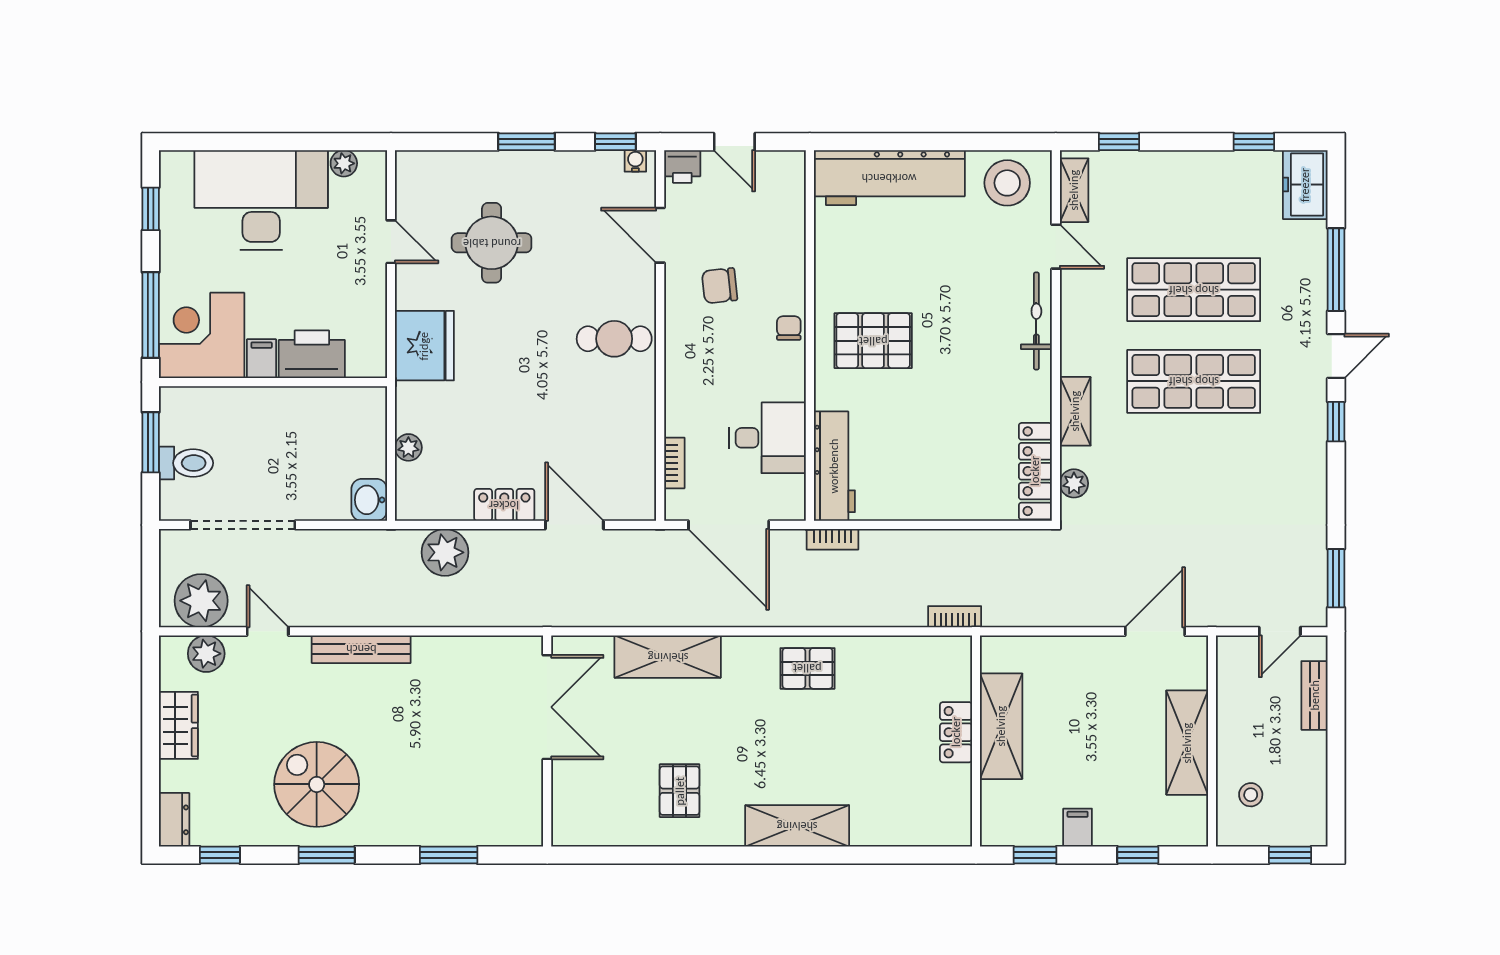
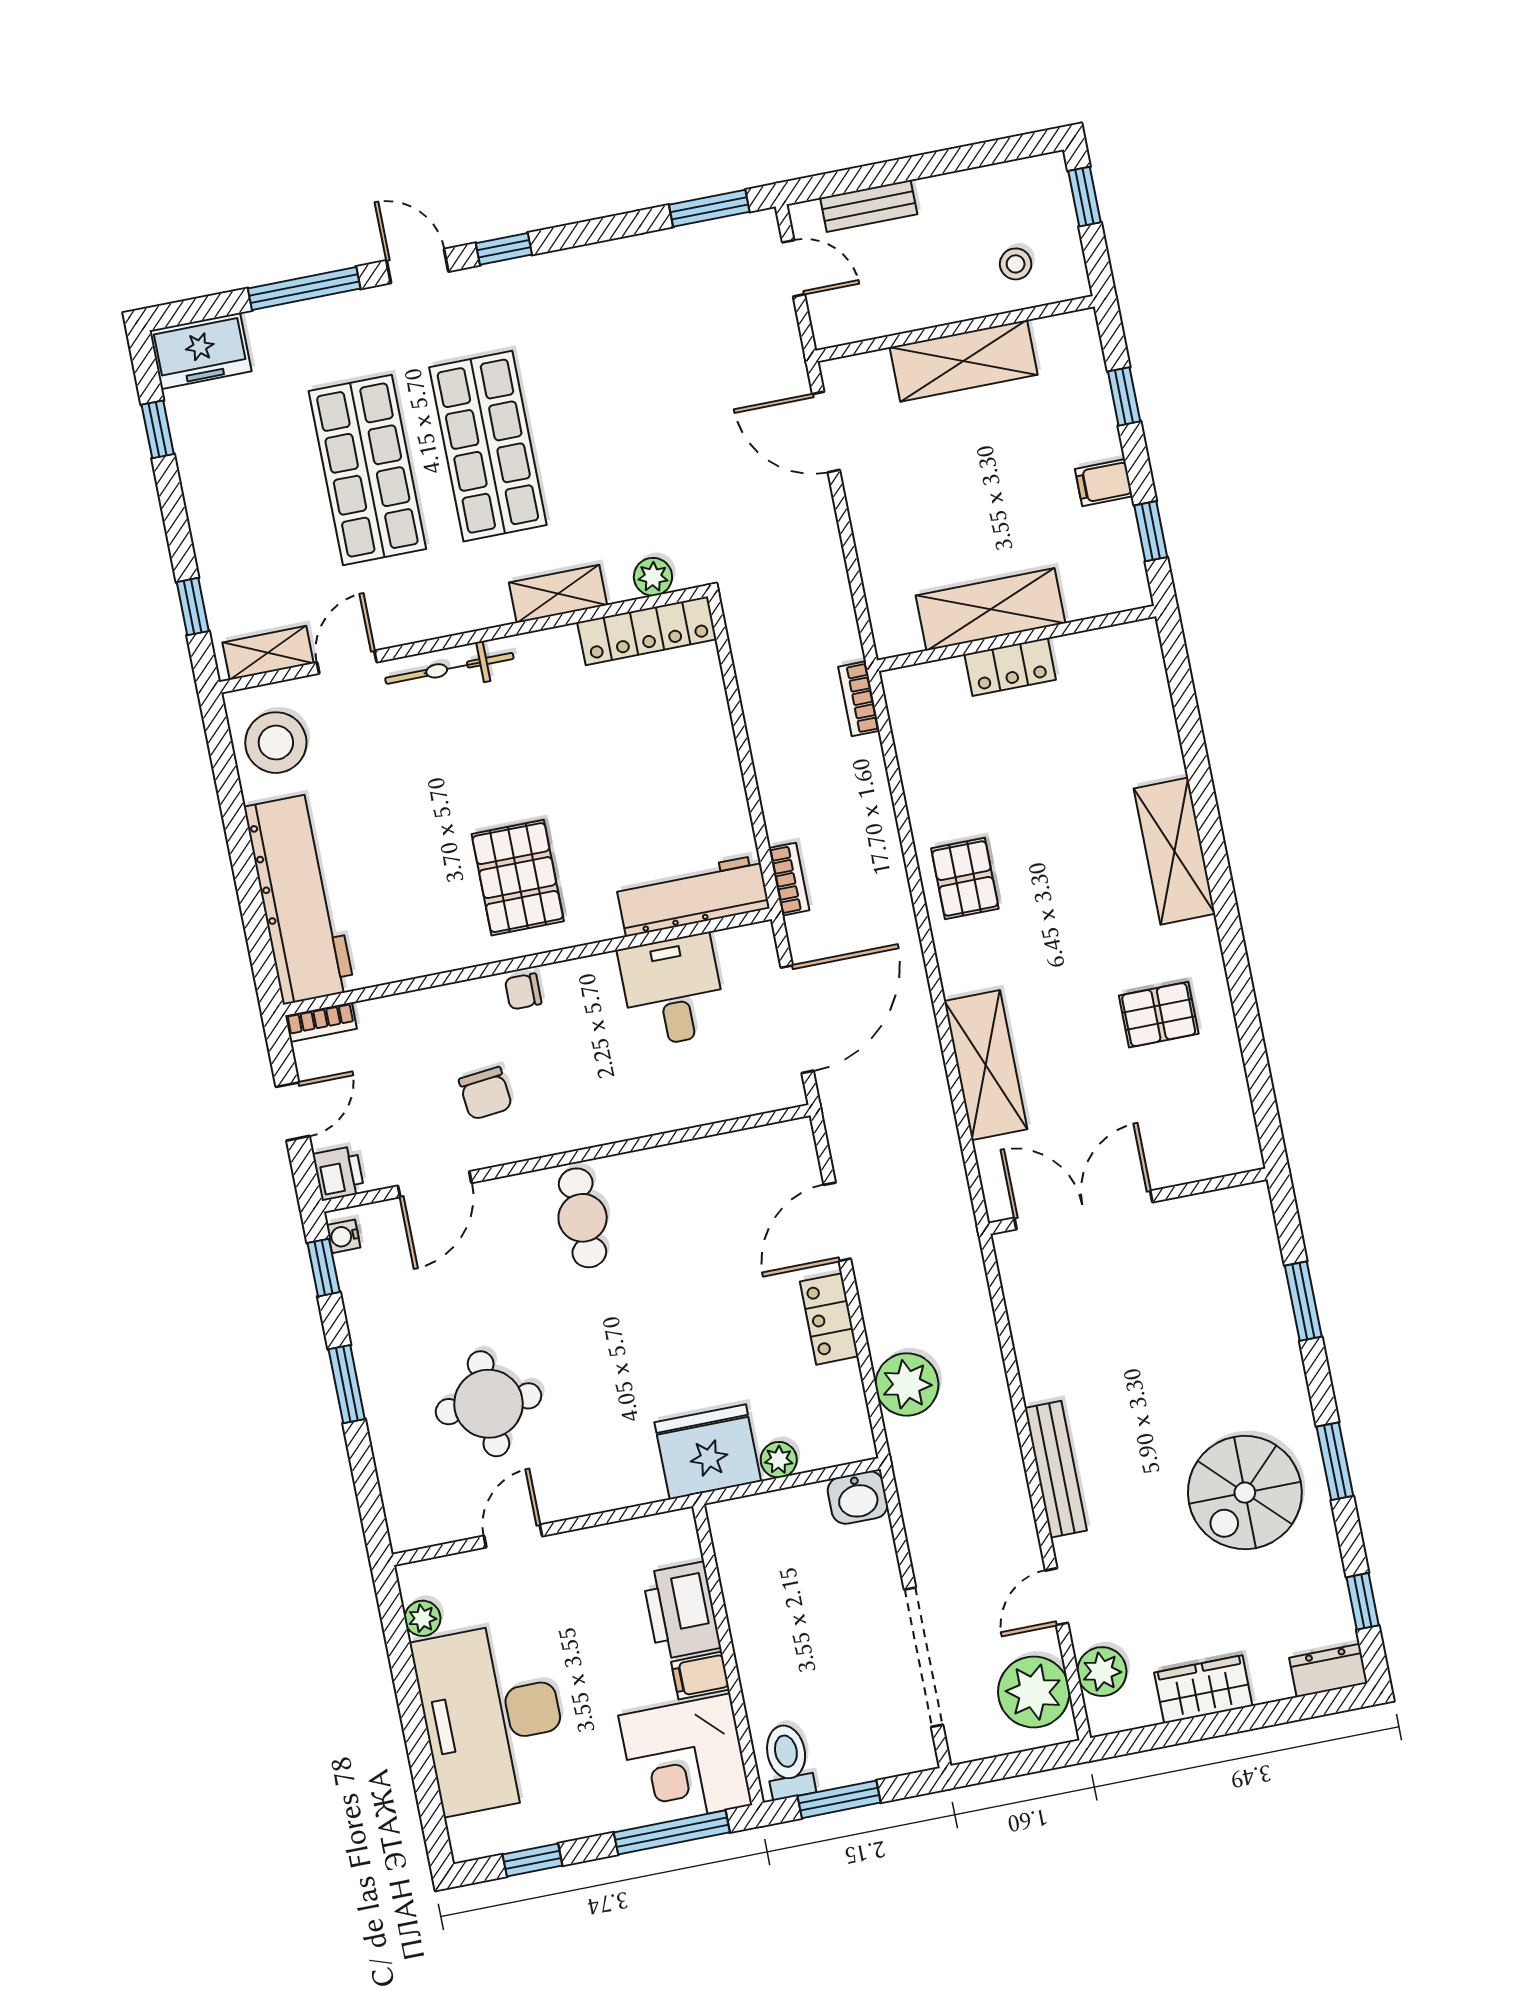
fridge: (424, 346) -> (708, 1452), moved
toilet: (186, 463) -> (788, 1761), moved
bookcase: (674, 463) -> (321, 1022), moved, turned 180

